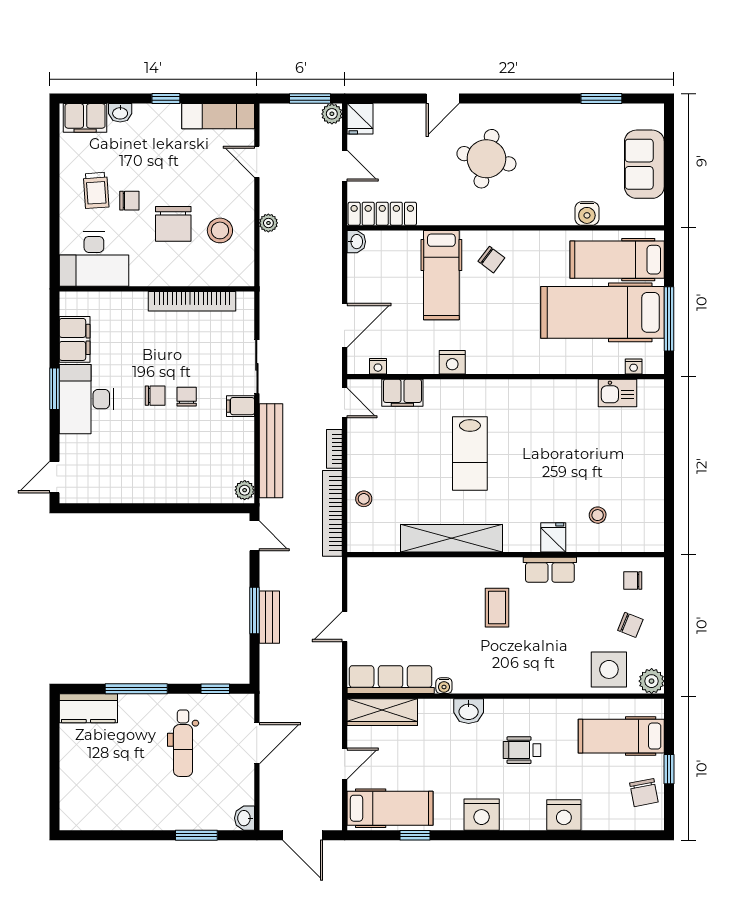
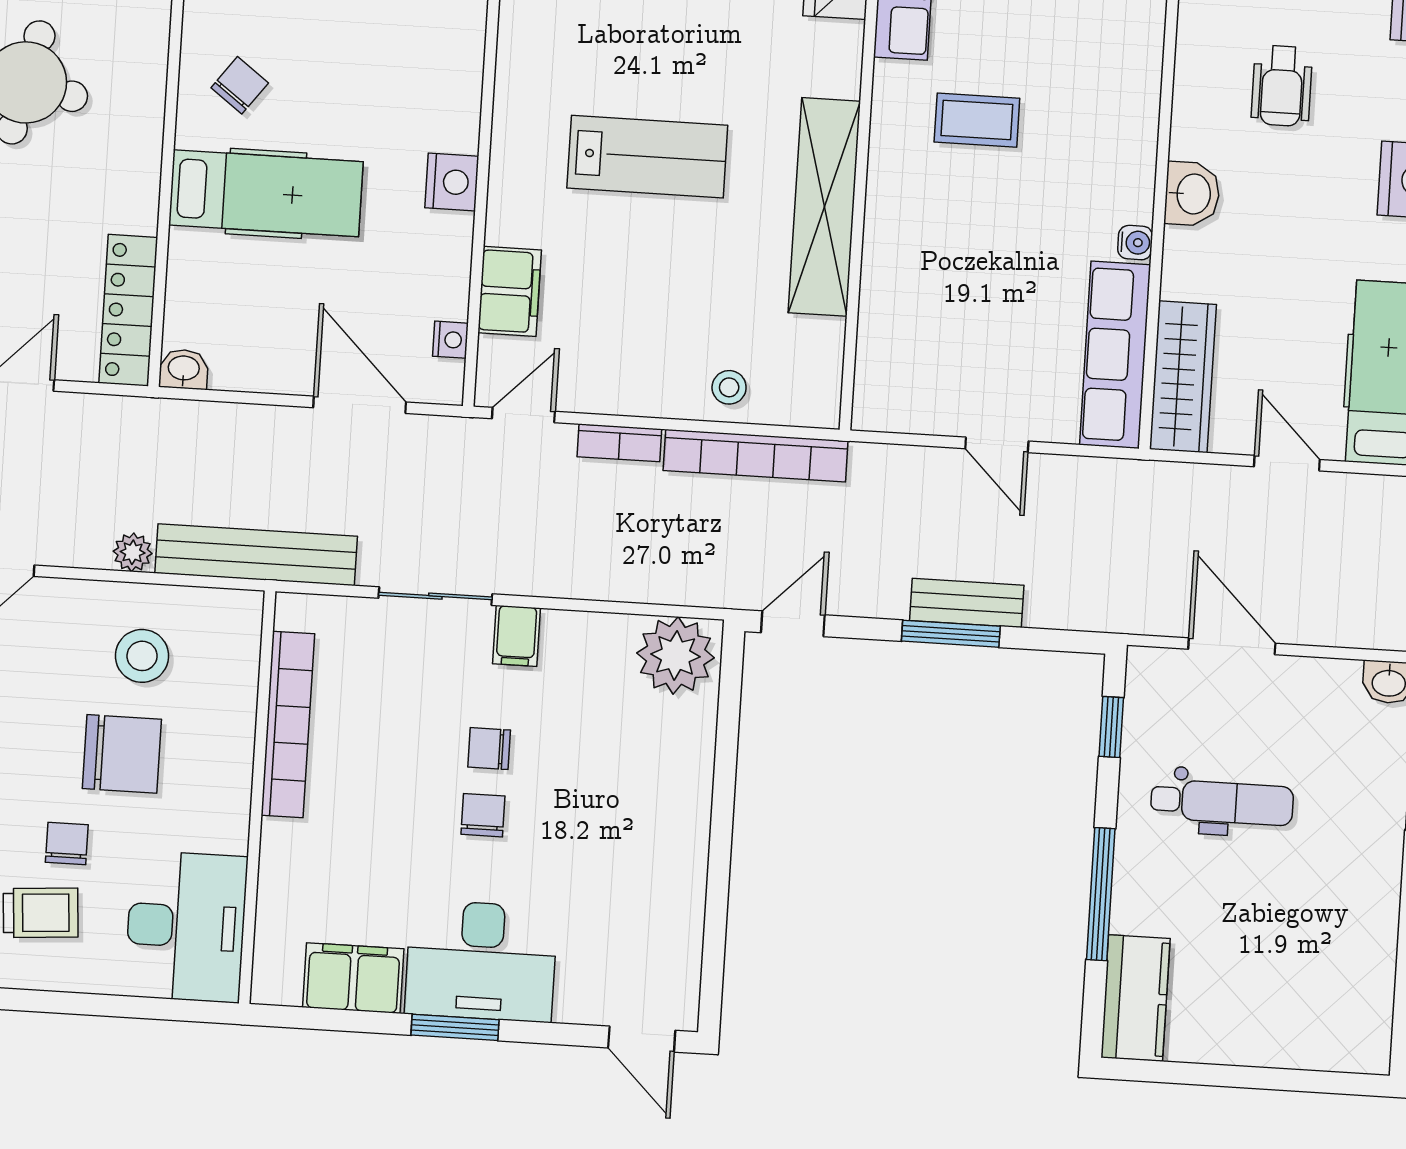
bench: (271, 451) -> (256, 555), moved
plant: (245, 490) -> (676, 655), width x1.88, depth x1.88

